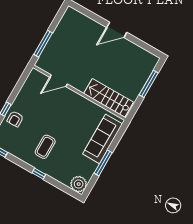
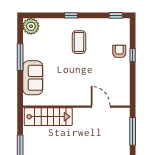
door: (58, 81) -> (101, 107), hinge flipped
sofa: (103, 139) -> (33, 78), width x0.73

